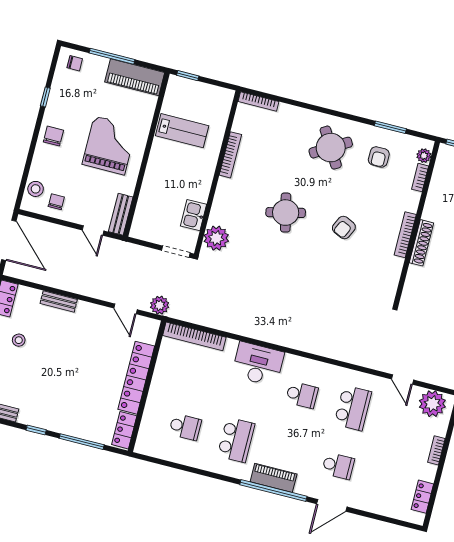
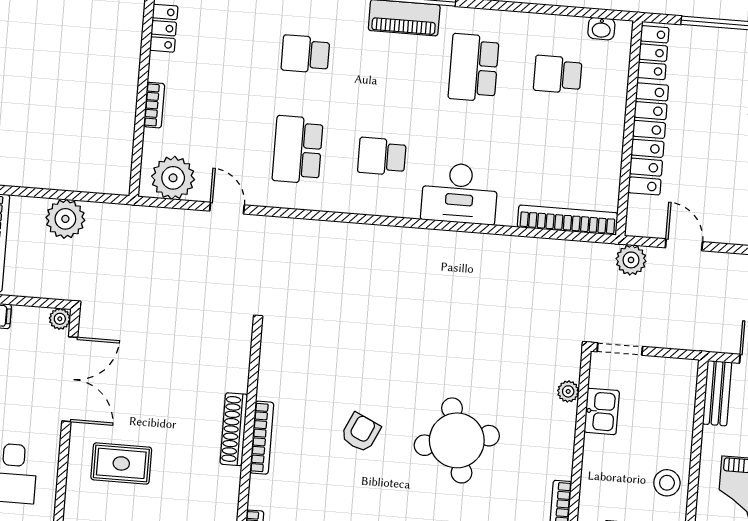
stool: (161, 164) -> (667, 483), added
round table: (286, 213) -> (457, 440), width x1.36, depth x1.36
plant: (216, 238) -> (568, 391), width x0.53, depth x0.53
washbasin: (154, 450) -> (601, 29), added

